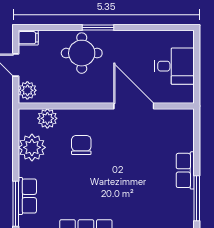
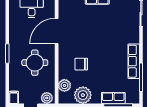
round table: (82, 53) -> (35, 63), moved

